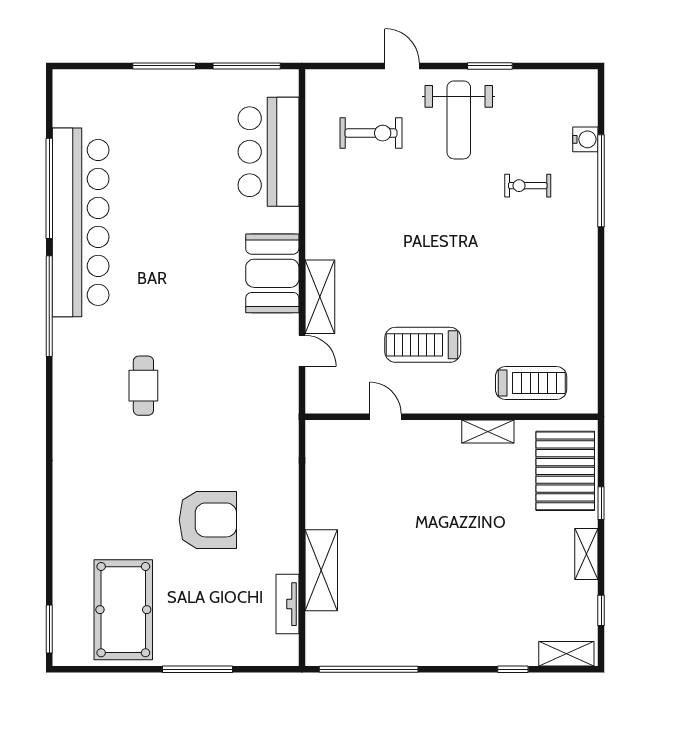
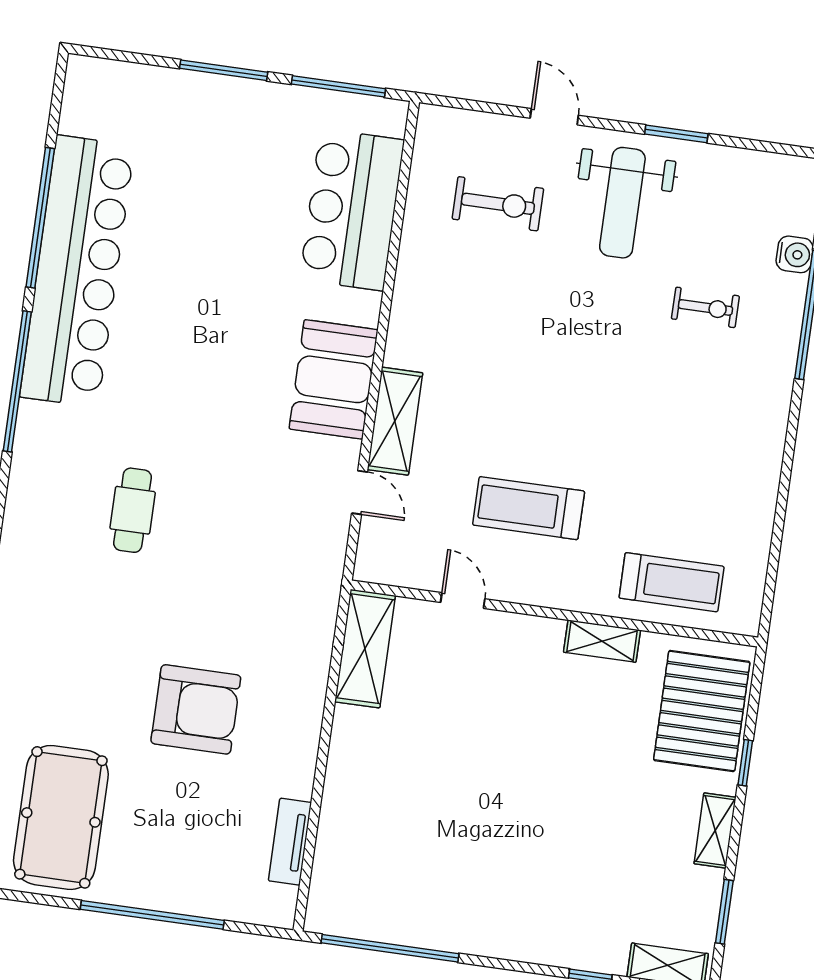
exercise bike: (528, 186) -> (705, 307), turned 180
shelving: (321, 570) -> (365, 649), moved
window: (601, 610) -> (724, 912), width x1.50
window: (197, 669) -> (152, 915), width x1.46

